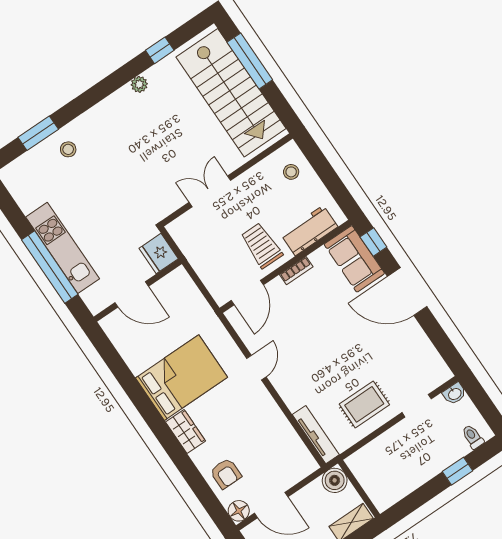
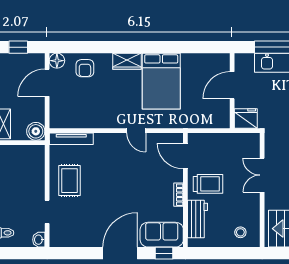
double door: (210, 191) -> (262, 175), swing flipped
armchair: (226, 473) -> (85, 68), turned -90

